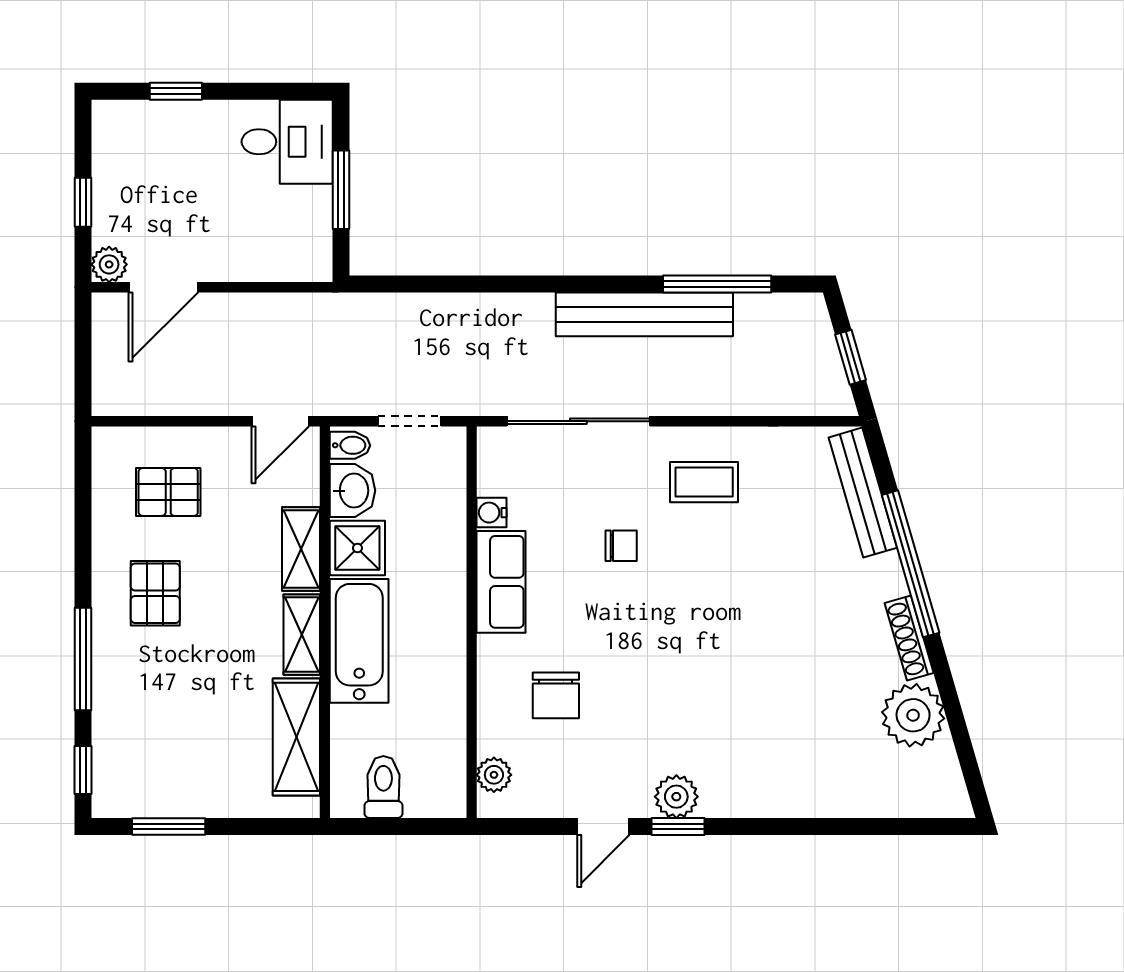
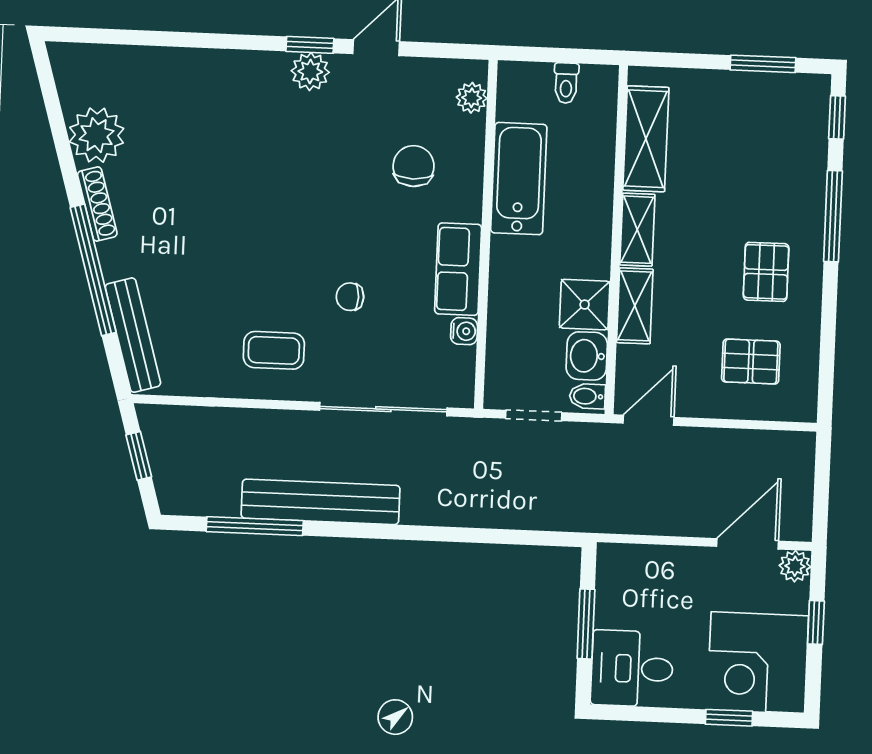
corner desk: (146, 155) -> (758, 663), added
bathtub: (359, 641) -> (519, 179), moved, turned 180
toilet: (383, 787) -> (566, 83), width x0.73, depth x0.72

